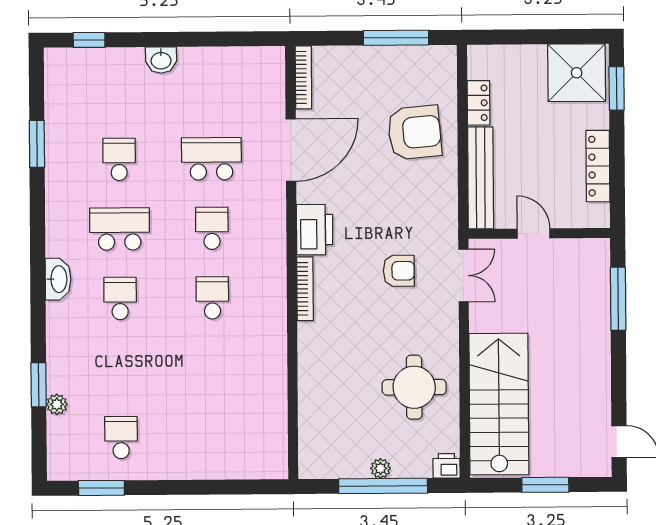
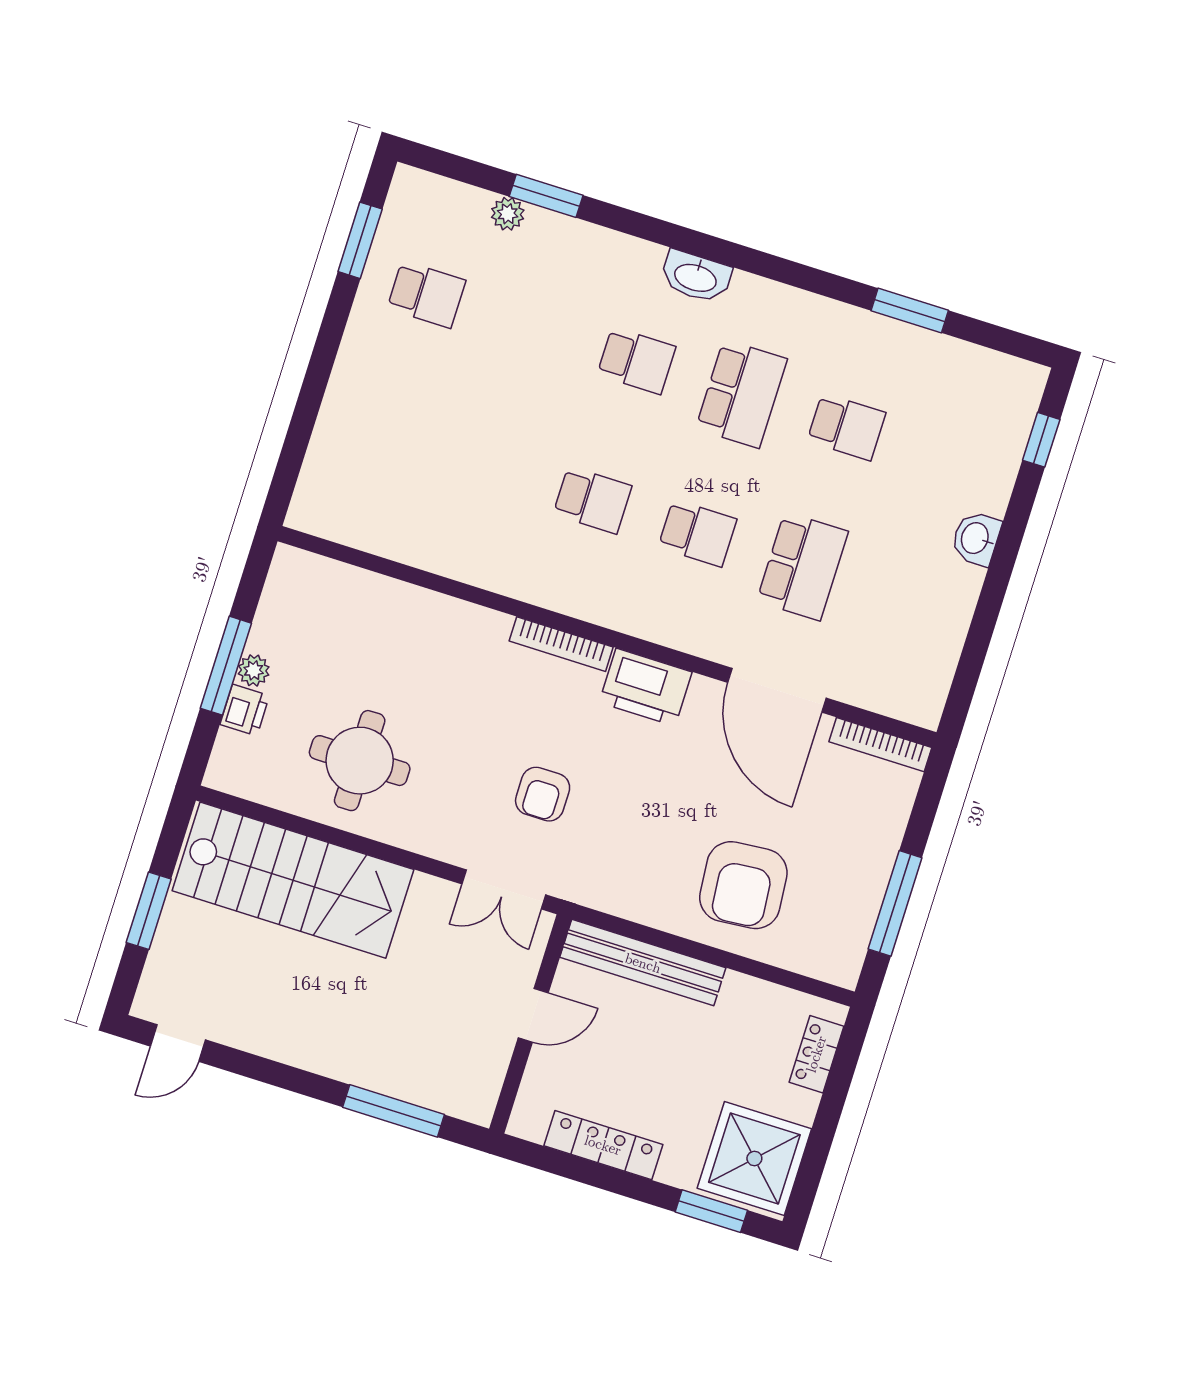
locker: (479, 103) -> (816, 1054), moved, turned 90
printer: (446, 466) -> (245, 710), moved
window: (383, 486) -> (226, 666), width x0.68

